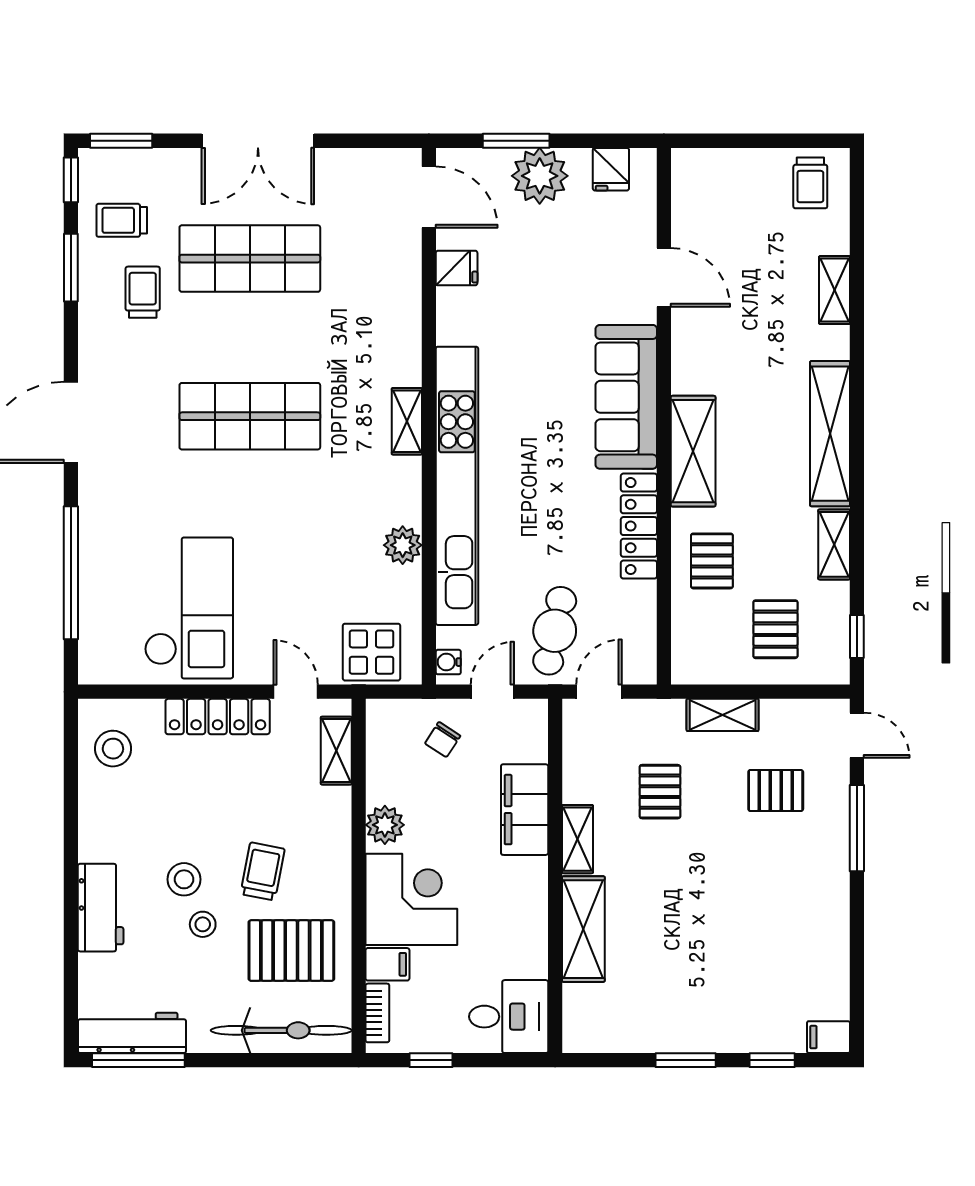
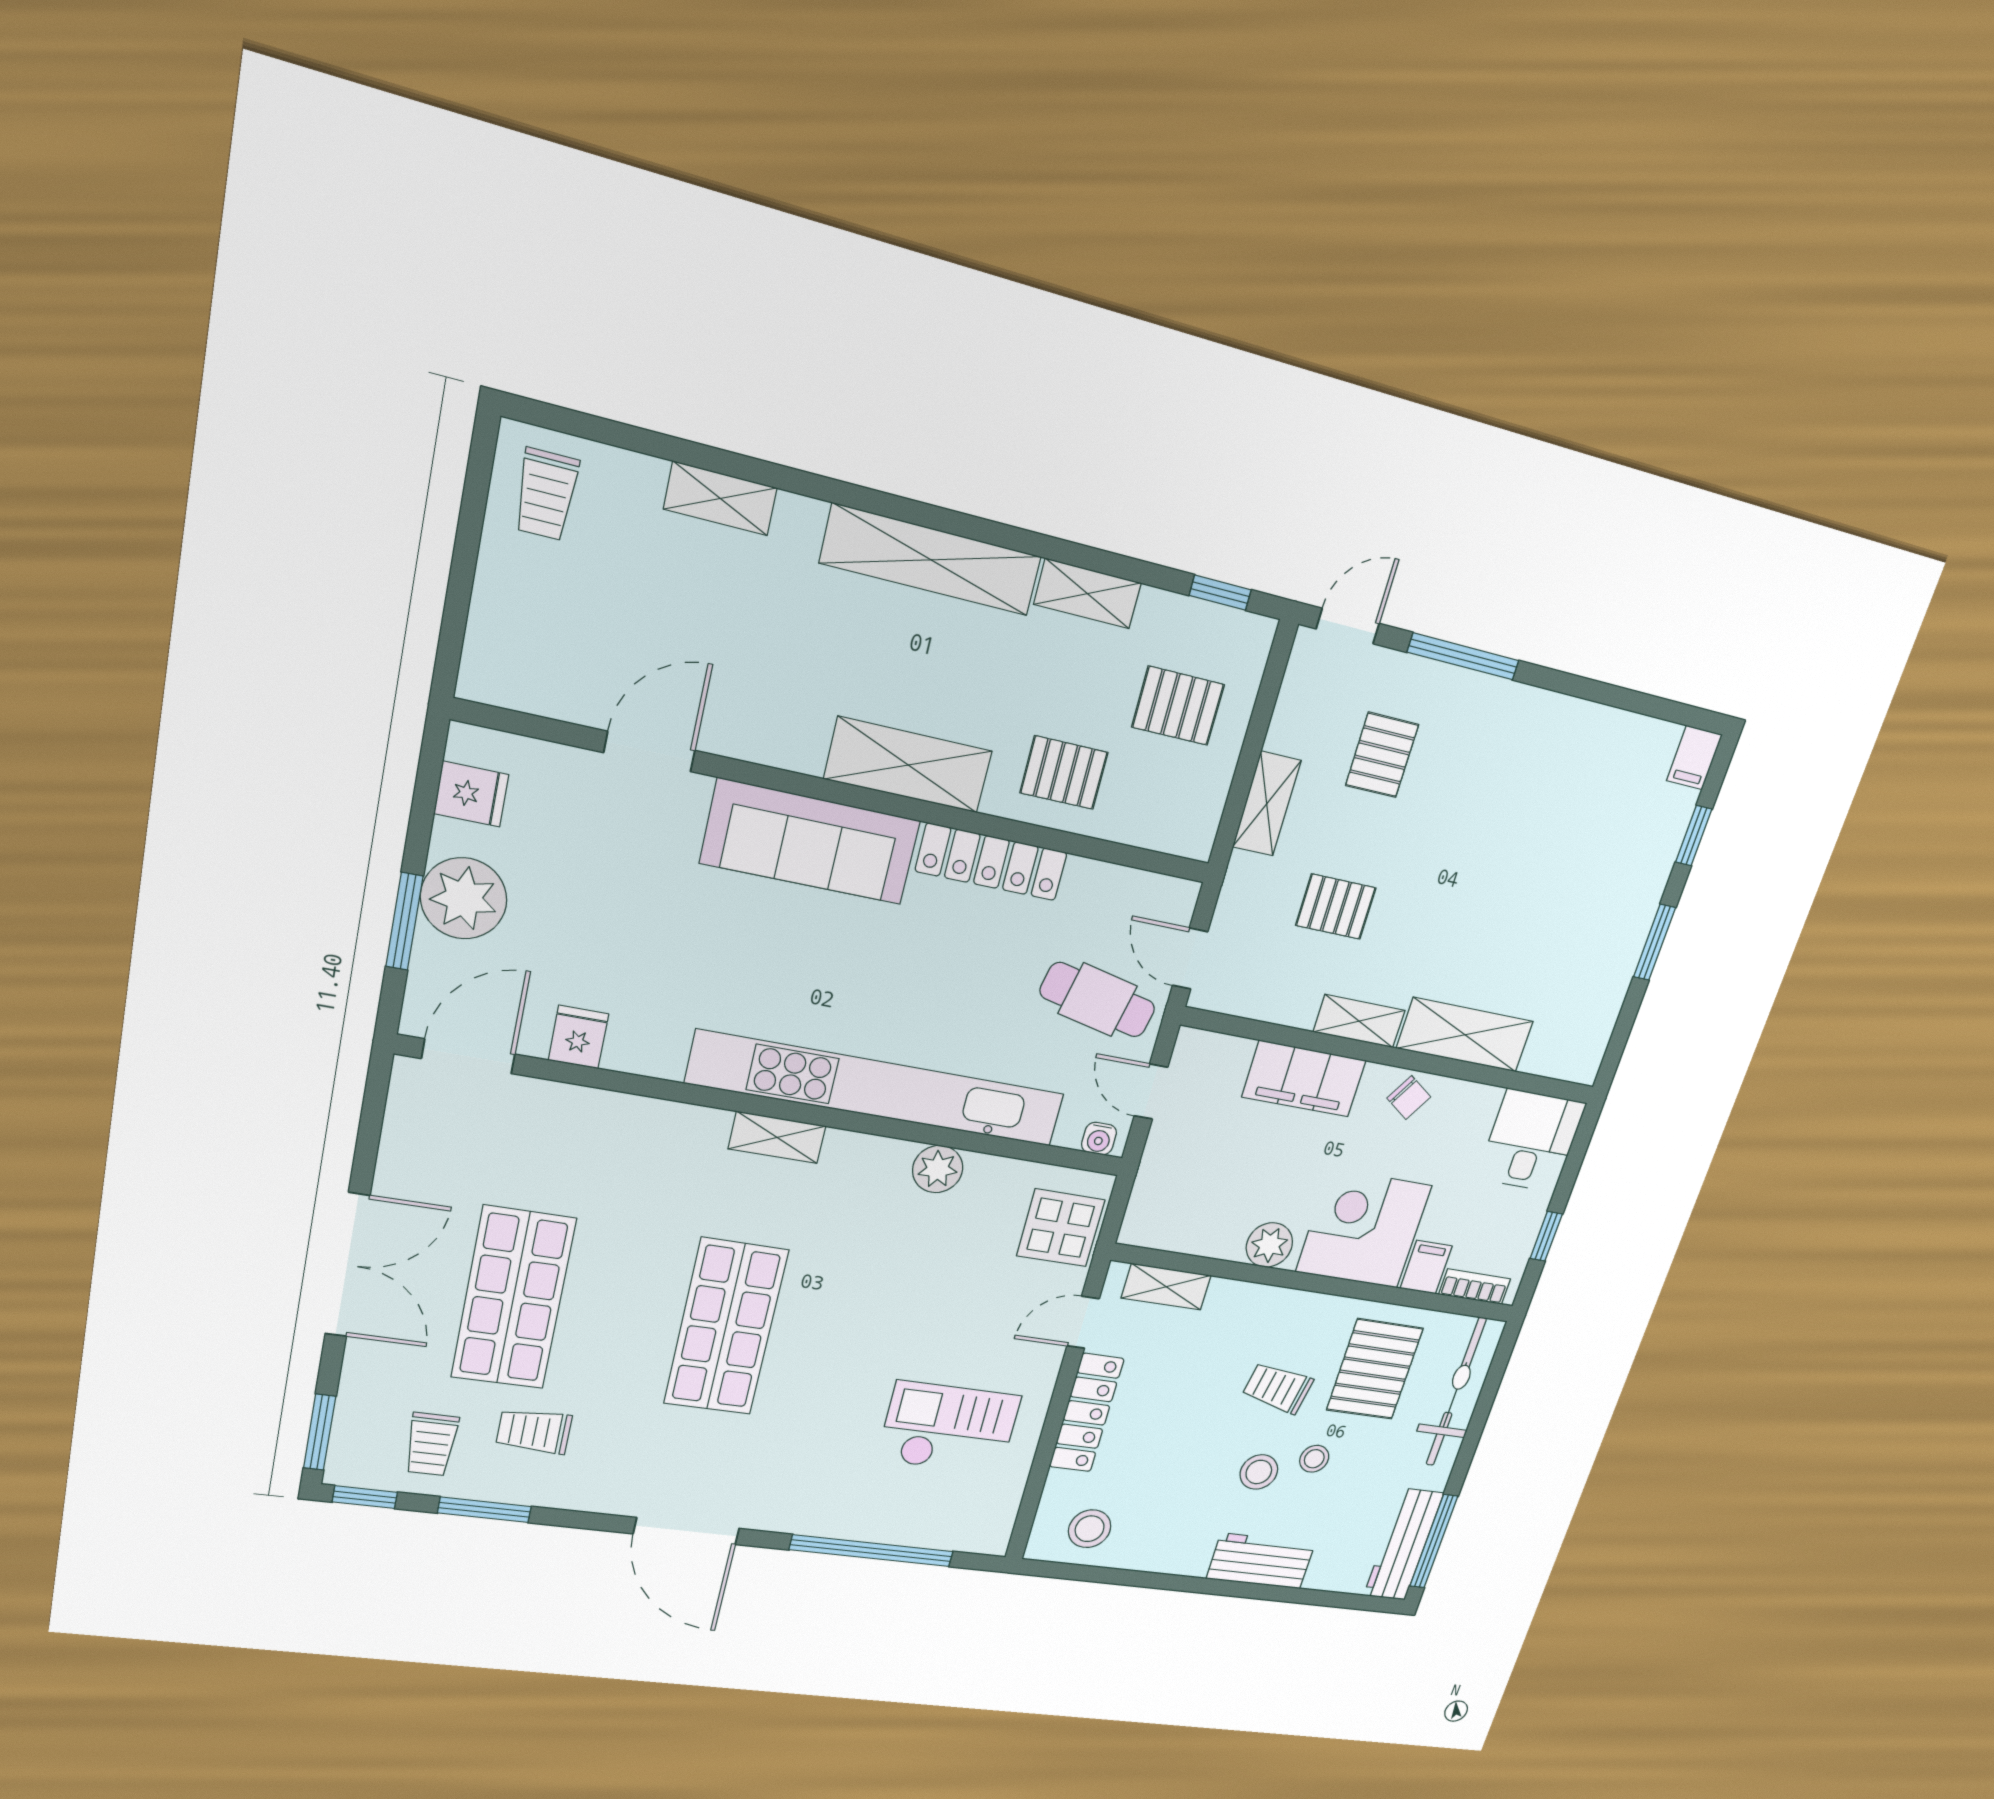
trolley: (810, 183) -> (546, 494), turned 90
checkout: (189, 608) -> (949, 1428), width x0.73, depth x0.83
chair: (443, 740) -> (1409, 1098), moved

